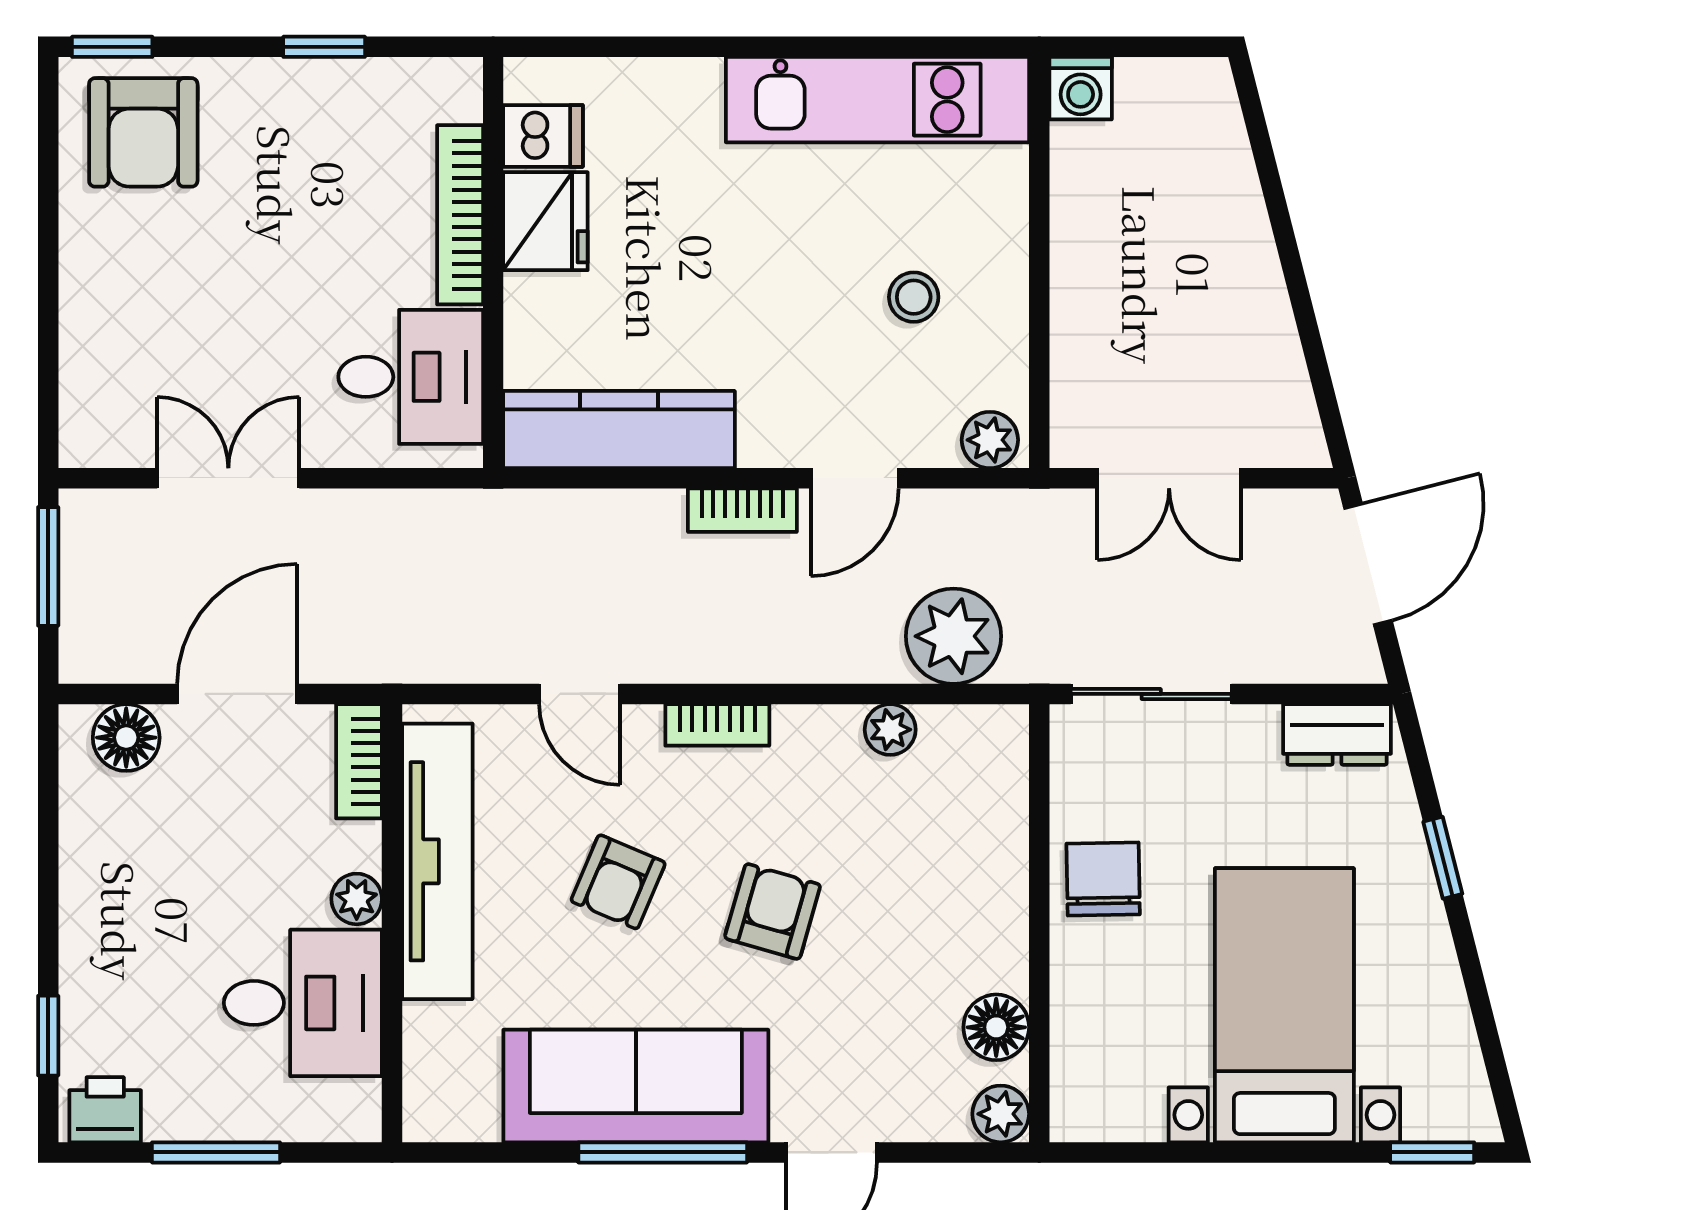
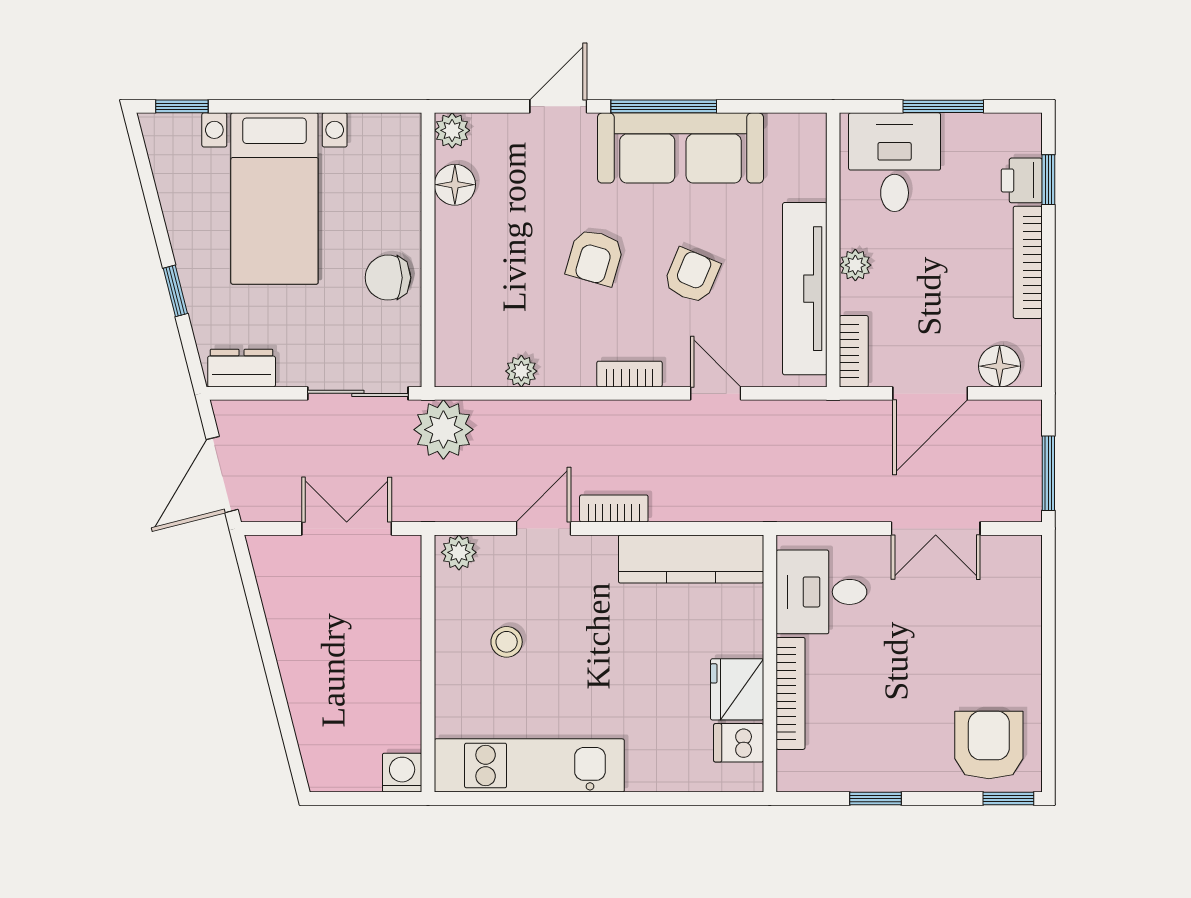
plant: (953, 636) -> (443, 430), moved
chair: (1103, 879) -> (388, 278), turned 91
bookcase: (81, 903) -> (1028, 262), added
desk: (303, 1003) -> (895, 162), moved, turned 90
printer: (105, 1110) -> (1022, 180), moved, turned 90

